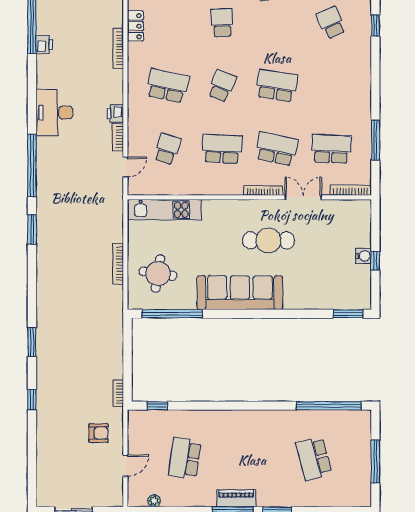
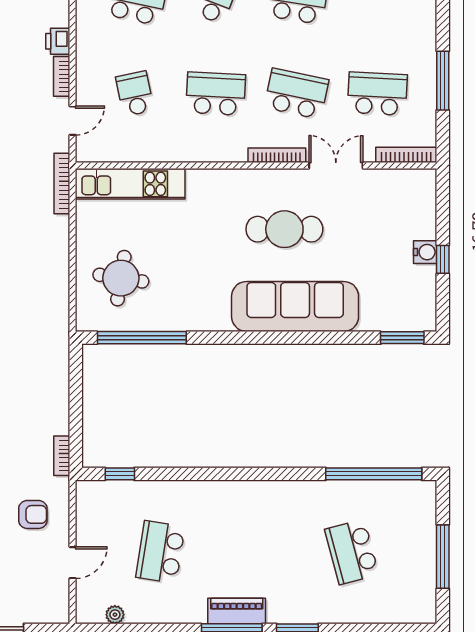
school desk: (167, 149) -> (135, 94), turned -30
bookcase: (118, 264) -> (62, 184), moved
sofa: (240, 293) -> (295, 306), moved

